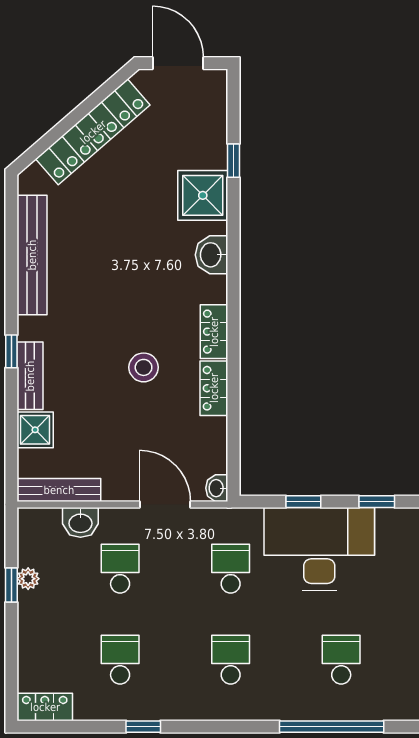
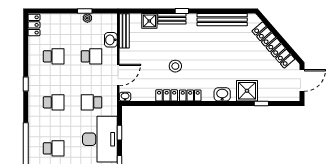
school desk: (231, 569) -> (92, 102), turned 180
window: (143, 727) -> (26, 84), moved

